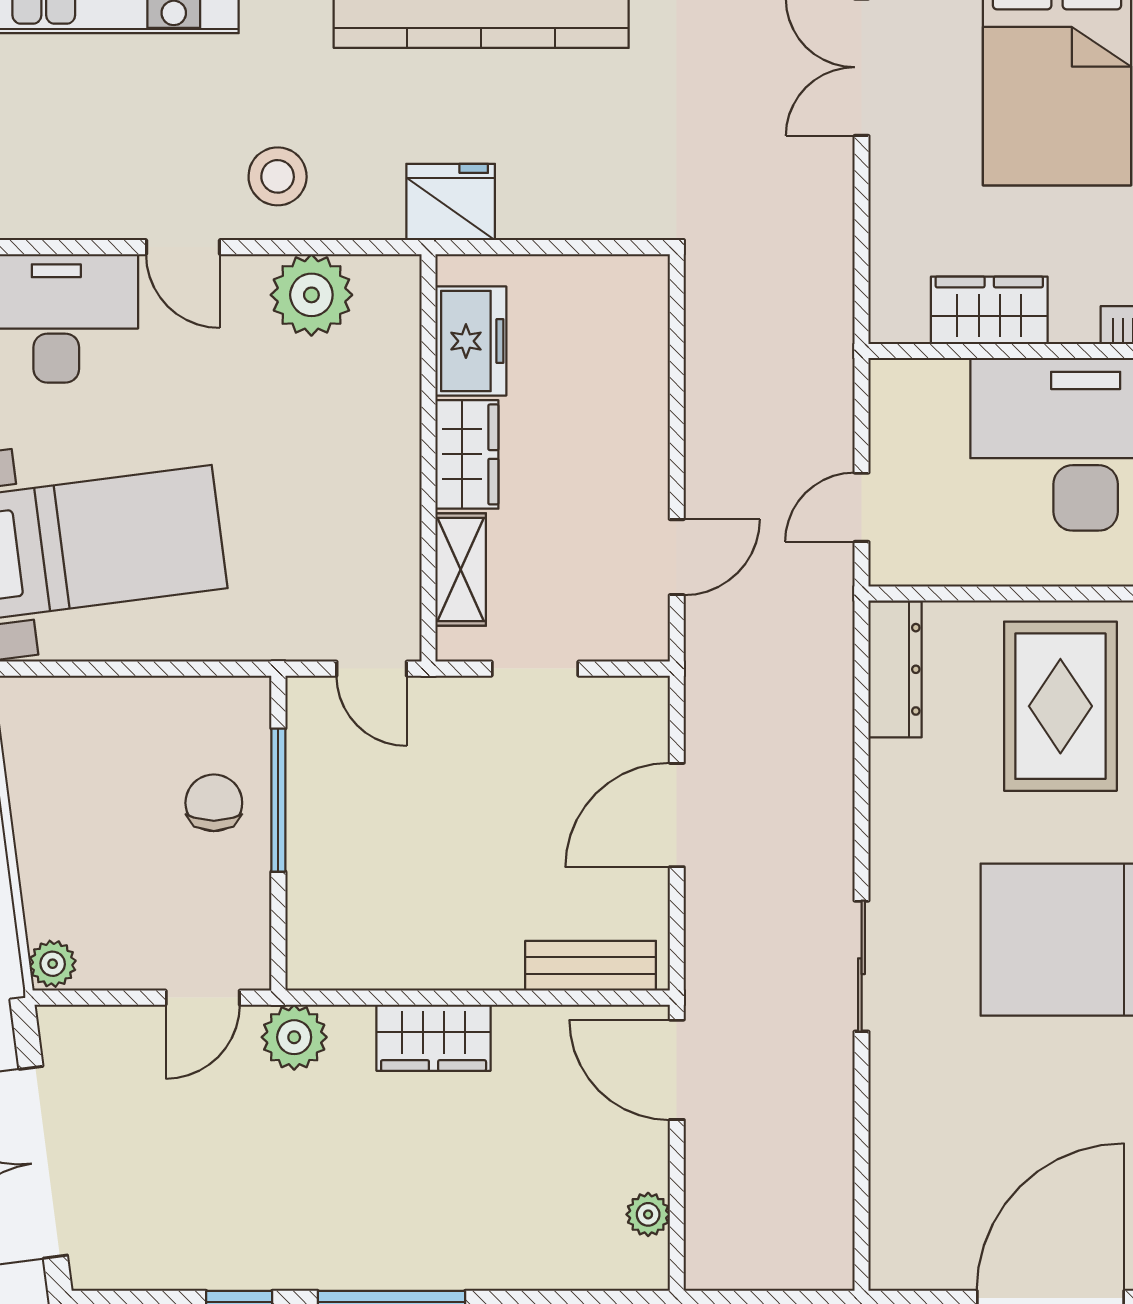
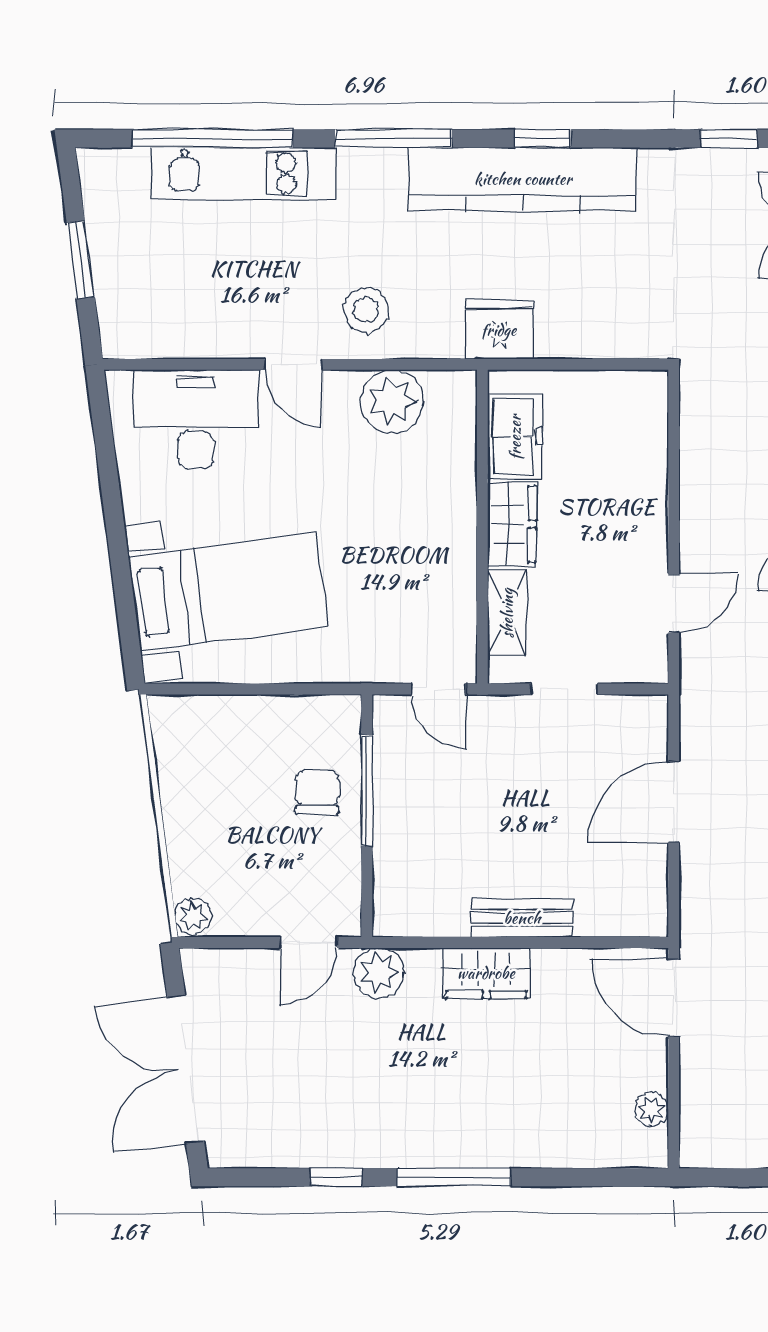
bench: (591, 966) -> (522, 918), moved

